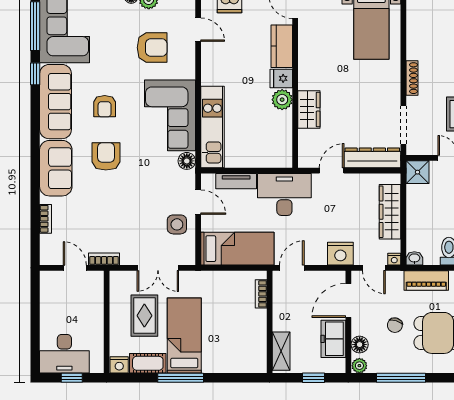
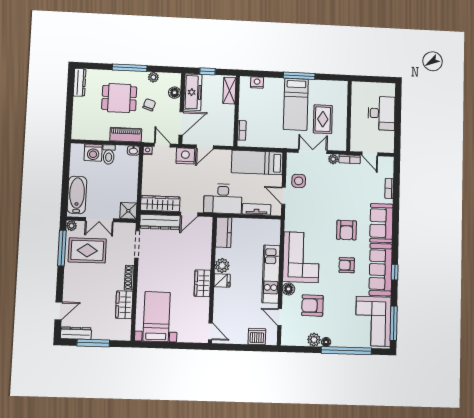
wardrobe: (417, 40) -> (124, 305), added
kitchen counter: (282, 46) -> (224, 232), moved
window: (35, 74) -> (395, 272), moved
armchair: (105, 106) -> (347, 265), turned -90
wardrobe: (309, 109) -> (202, 283), moved
kitchen unit: (212, 127) -> (271, 274), moved
floor lamp: (187, 161) -> (289, 289), moved
wardrobe: (390, 212) -> (160, 204), moved, turned -90
plant: (128, 258) -> (333, 159), added
door: (292, 268) -> (205, 147), moved
freezer: (333, 339) -> (193, 92), width x1.40
desk: (64, 354) -> (381, 113), moved, turned 90
cot: (148, 363) -> (321, 87), removed
nightstand: (119, 365) -> (257, 83), moved
plant: (359, 366) -> (153, 77), moved
window: (72, 378) -> (374, 79), removed
window: (401, 378) -> (130, 68), moved

